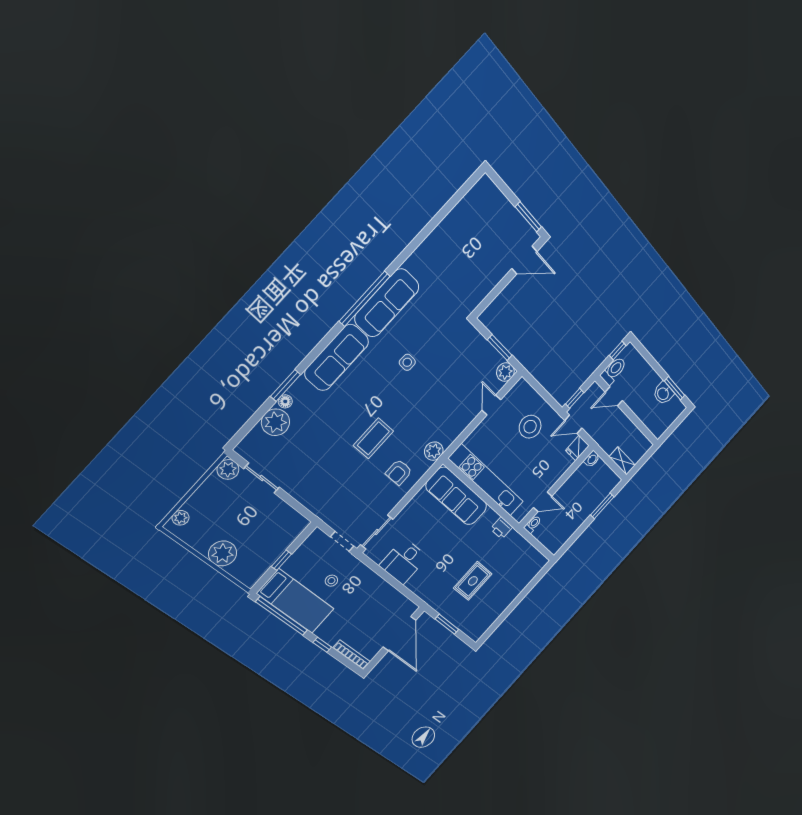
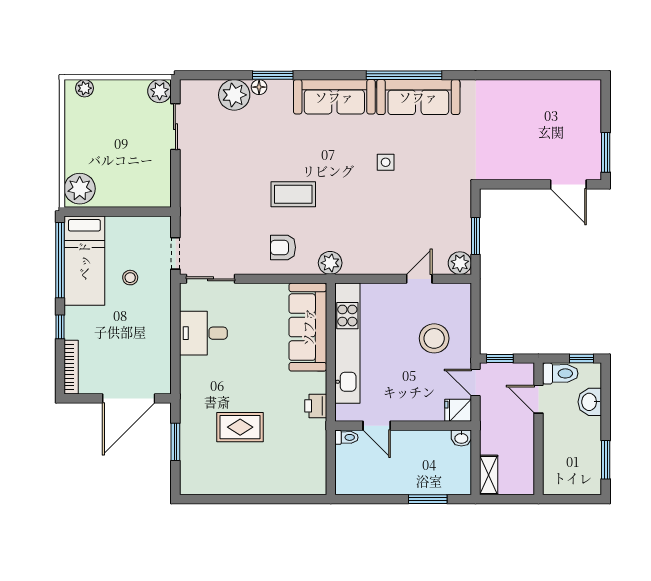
washbasin: (663, 393) -> (590, 402), moved
plant: (223, 553) -> (80, 189), moved
window: (281, 560) -> (114, 212), removed

